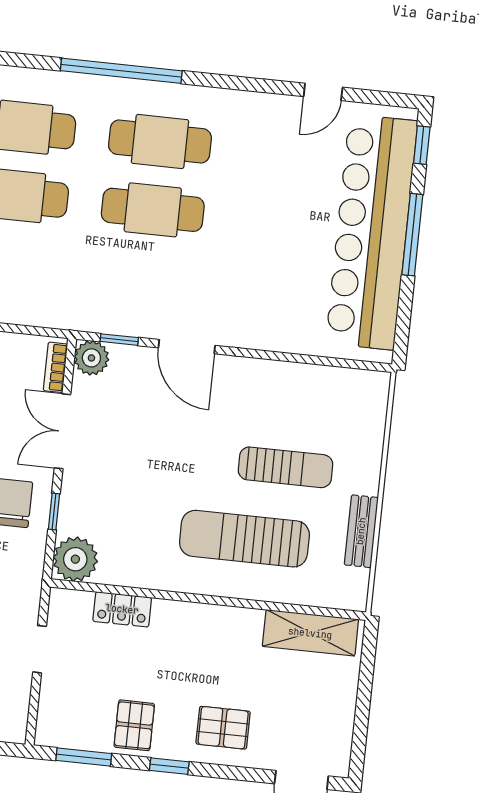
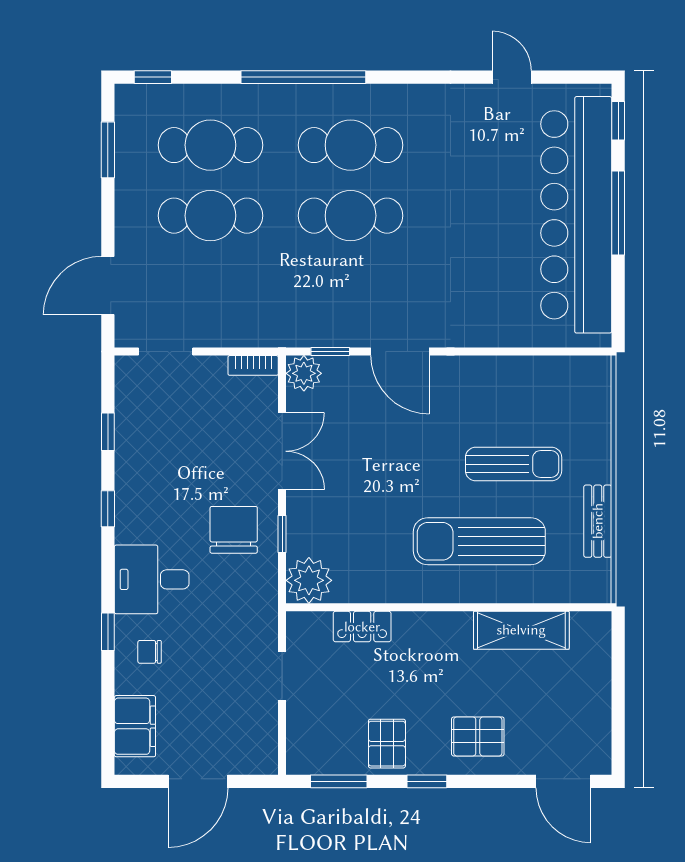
door: (323, 92) -> (512, 77), swing flipped
bookcase: (56, 367) -> (253, 365), moved, turned -90
double door: (62, 431) -> (282, 451), swing flipped
shelving: (310, 633) -> (521, 630), moved

